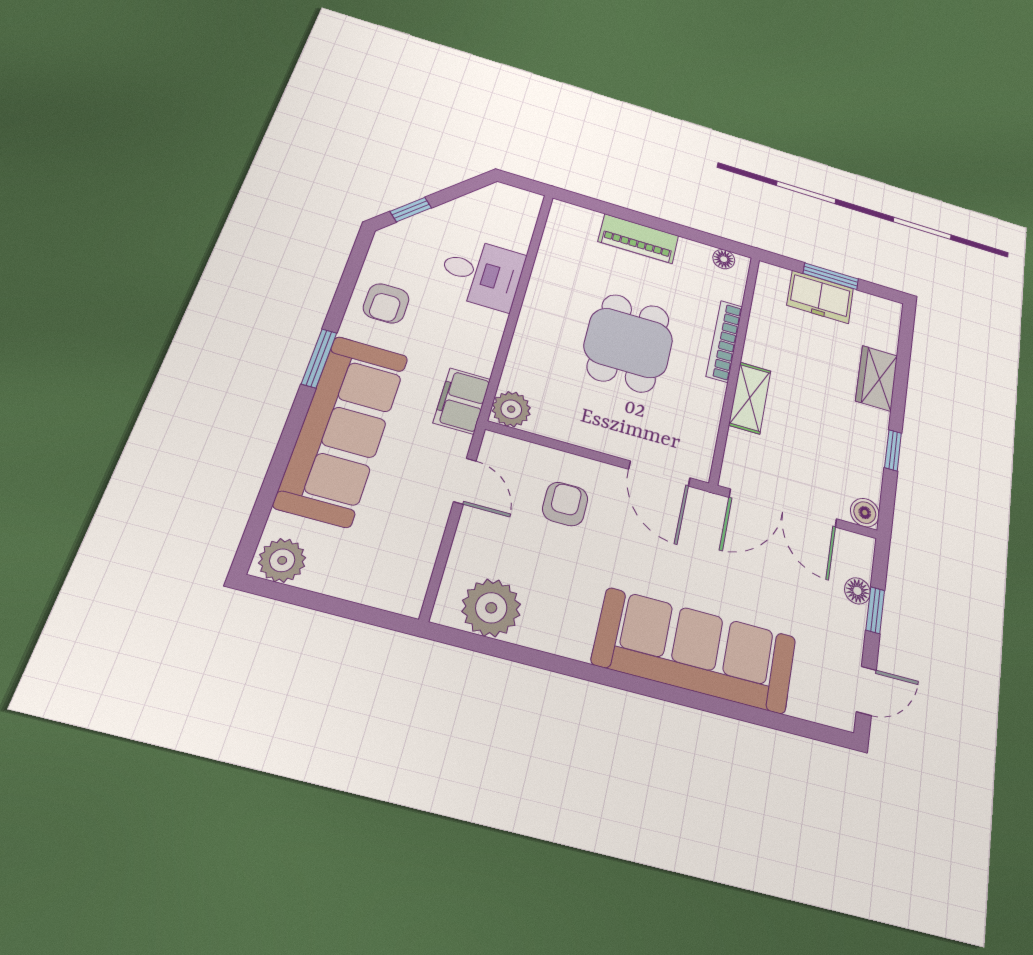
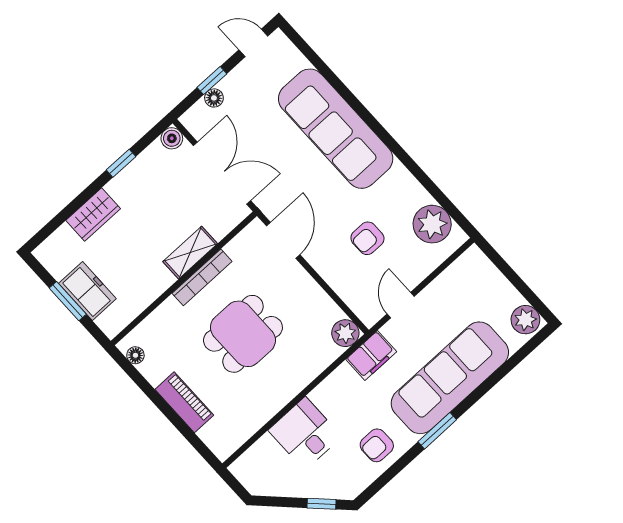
armchair: (386, 303) -> (377, 445), turned 180
bookcase: (724, 341) -> (202, 277), moved
armchair: (565, 504) -> (367, 238), moved

